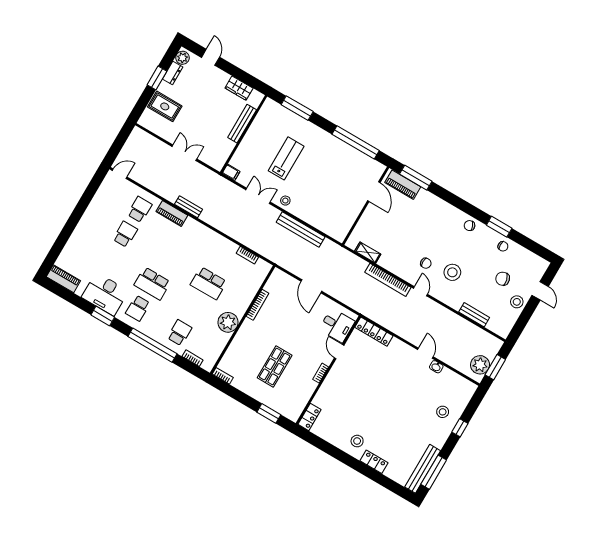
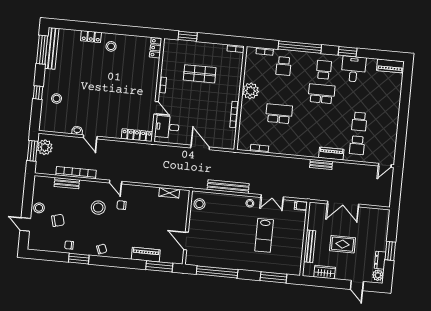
rug: (165, 106) -> (343, 244), moved
double door: (184, 153) -> (343, 204), width x1.37
piano: (403, 185) -> (146, 255), moved
stool: (341, 225) -> (199, 204), added
bookcase: (388, 280) -> (76, 173), moved
desk: (105, 294) -> (354, 69), width x0.73
shop shelf: (275, 367) -> (200, 74), turned 90

